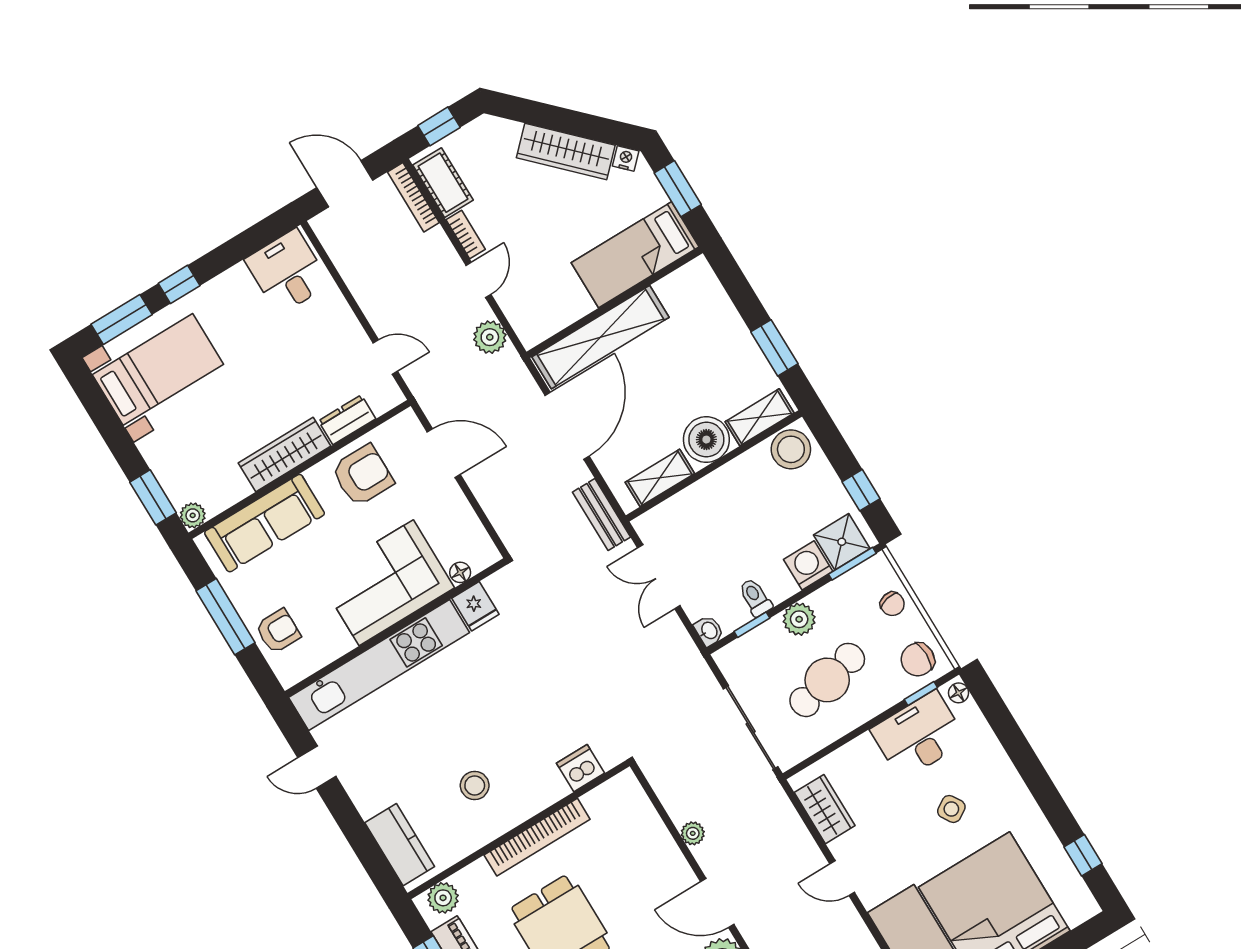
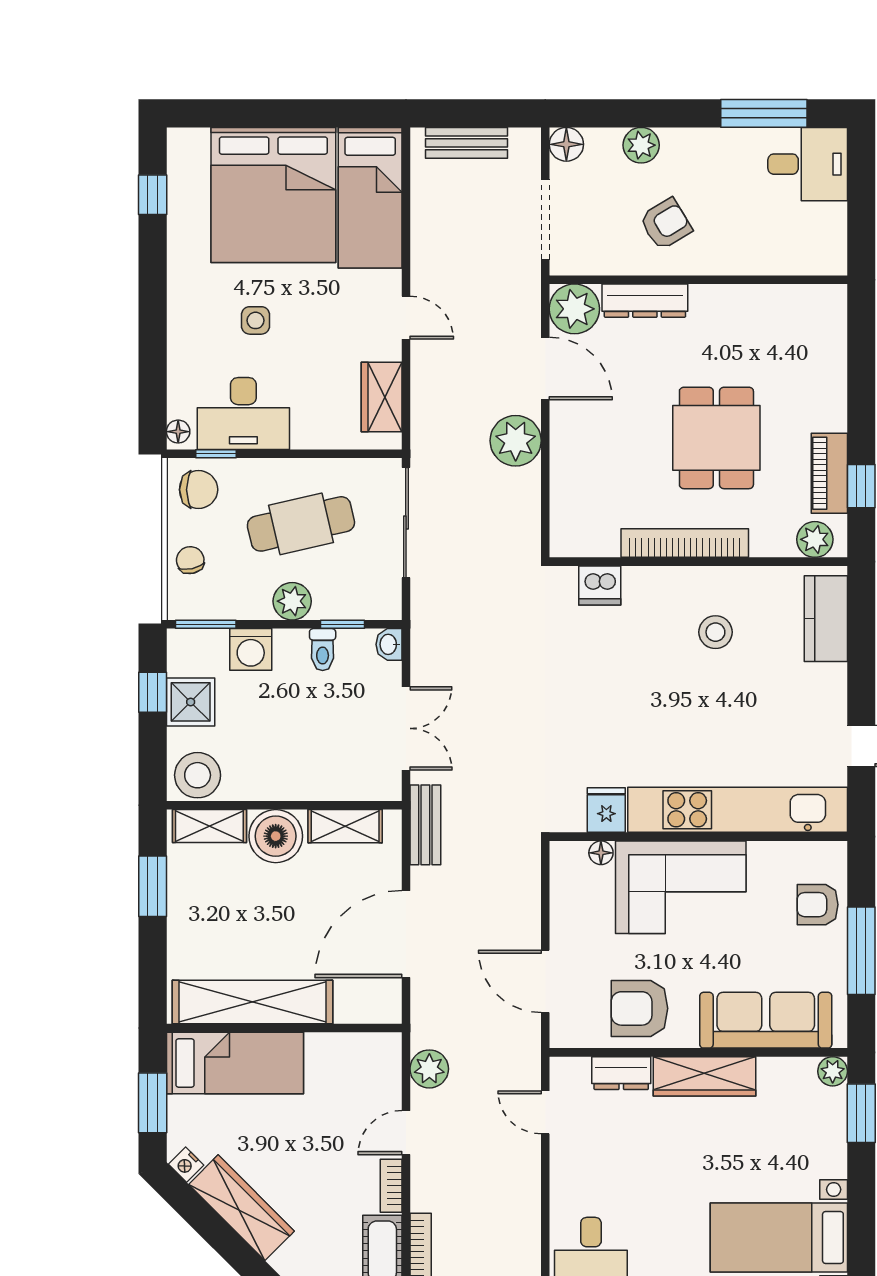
shelving: (601, 337) -> (253, 1002), moved
shower: (842, 542) -> (191, 702), moved
side table: (951, 809) -> (255, 320), turned 32
plant: (693, 833) -> (516, 441), width x1.87, depth x1.87

